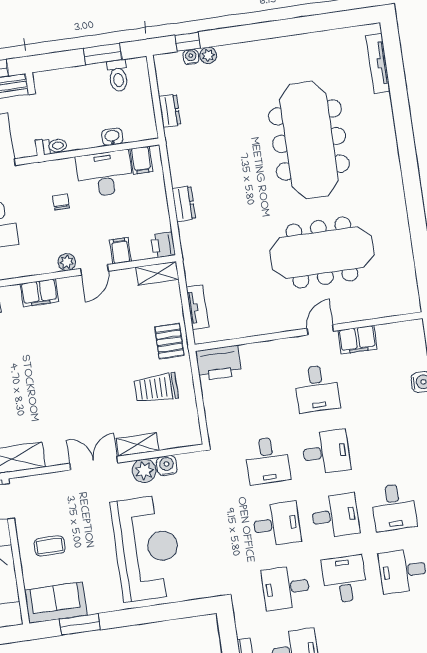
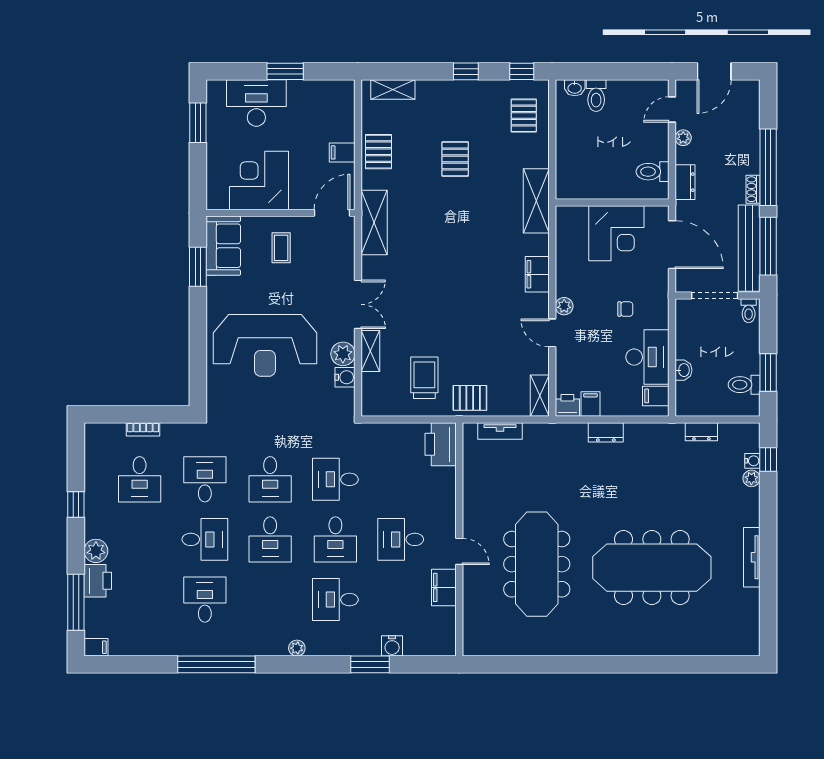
tv unit: (378, 64) -> (752, 557), moved, turned -90
toilet: (55, 146) -> (749, 311), moved
filing cabinet: (120, 251) -> (590, 404), moved, turned -90
desk: (394, 507) -> (335, 600), moved

